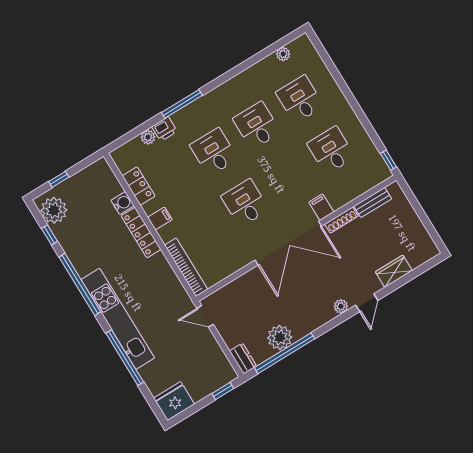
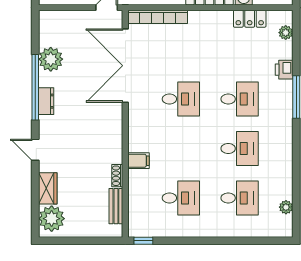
plant: (148, 137) -> (286, 33), moved
filing cabinet: (160, 218) -> (212, 20), removed
shoe rack: (341, 220) -> (117, 176), width x0.70
double door: (288, 243) -> (125, 66), moved
plant: (341, 306) -> (52, 219), moved, width x1.87, depth x1.87
window: (284, 353) -> (35, 87), moved
dresser: (243, 358) -> (46, 101), moved, turned -90

